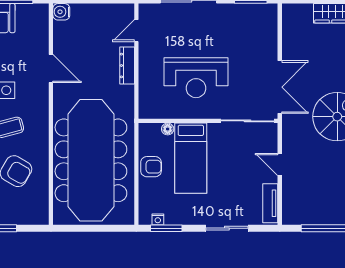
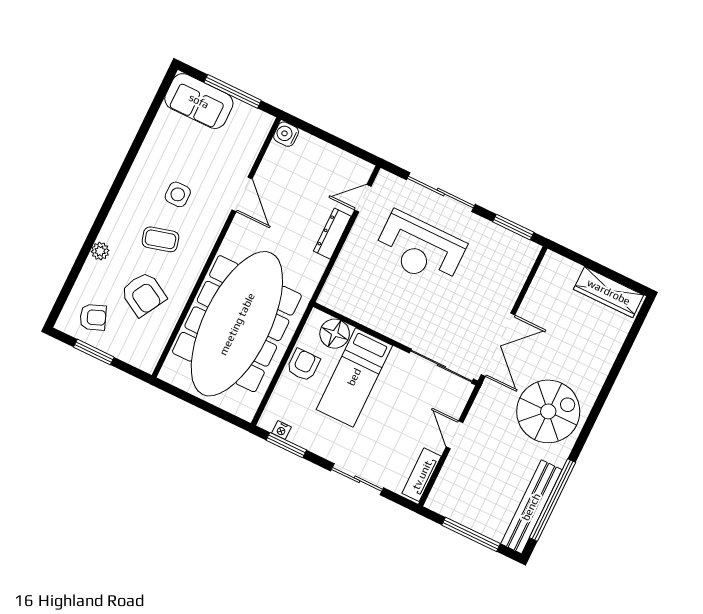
reception desk: (196, 78) -> (420, 249), moved
floor lamp: (168, 129) -> (335, 334), width x1.89, depth x1.89
armchair: (151, 167) -> (303, 365), turned -90

